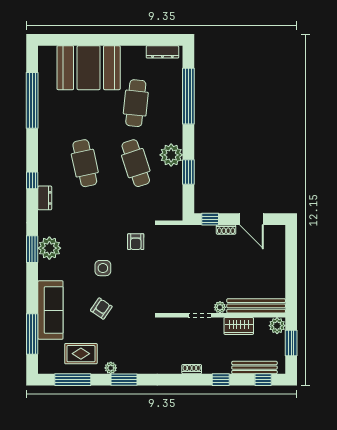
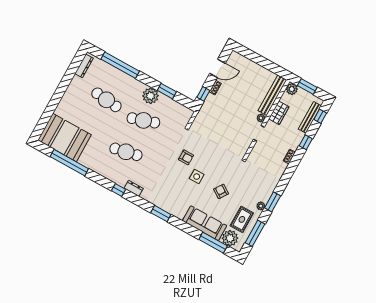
booth: (89, 68) -> (65, 138), moved, turned 90
armchair: (136, 242) -> (186, 157), moved
plant: (49, 248) -> (230, 238), moved

